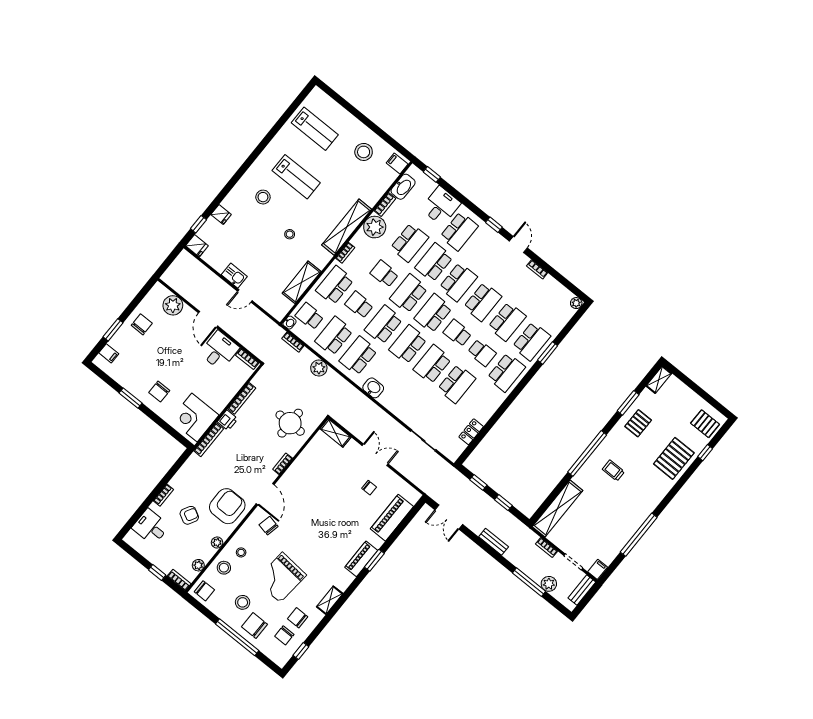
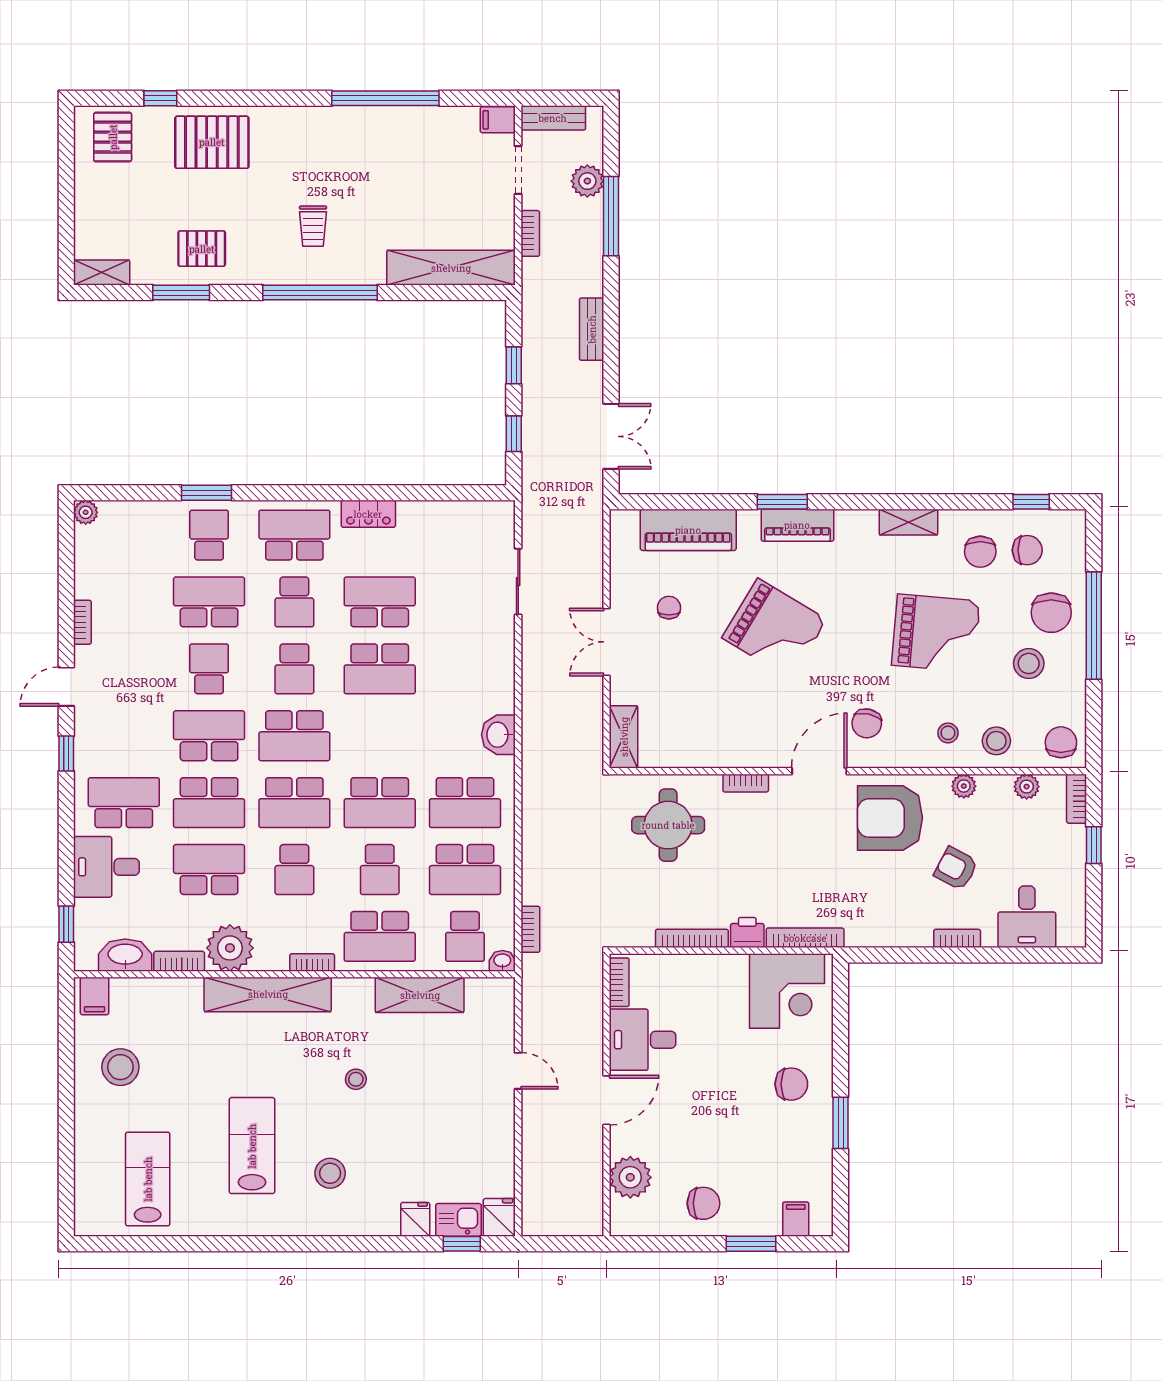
kitchen sink: (234, 276) -> (458, 1220), moved, turned 90
school desk: (483, 302) -> (209, 669), width x0.54
chair: (142, 324) -> (703, 1203), turned 180
school desk: (531, 341) -> (209, 535), width x0.54
school desk: (408, 344) -> (380, 736), removed
school desk: (482, 353) -> (294, 602), turned 180
plant: (319, 368) -> (538, 851), removed
locker: (471, 432) -> (368, 514), moved
grand piano: (330, 520) -> (774, 629), added

